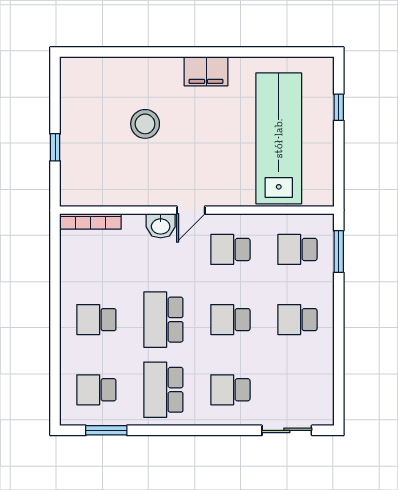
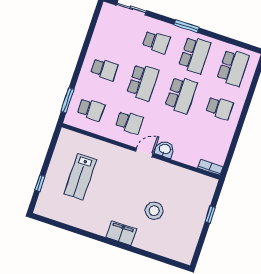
filing cabinet: (206, 71) -> (121, 233), moved
lab bench: (279, 138) -> (80, 177), width x0.54, depth x0.72
bookcase: (90, 221) -> (210, 167), width x0.64
school desk: (230, 320) -> (143, 82), width x1.85
school desk: (96, 390) -> (233, 68), width x1.85
window: (106, 430) -> (187, 26), moved

